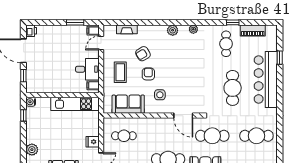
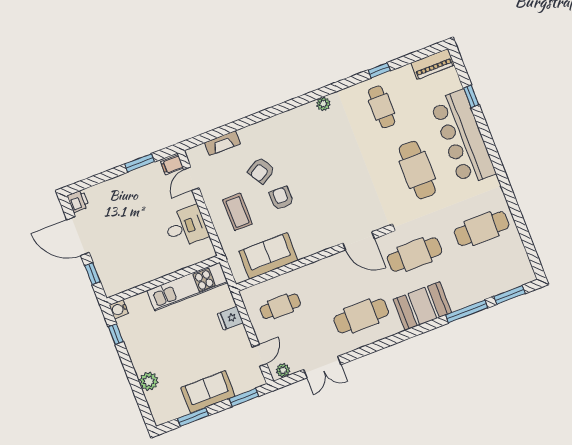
plant: (173, 30) -> (292, 118), removed
piano: (253, 30) -> (433, 64), moved
filing cabinet: (93, 85) -> (204, 248), removed
side table: (160, 95) -> (311, 223), removed
fridge: (93, 142) -> (230, 318), moved

